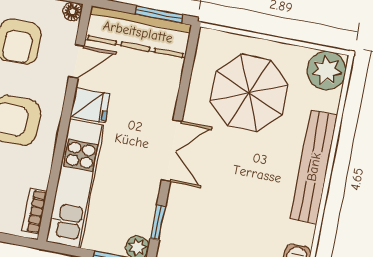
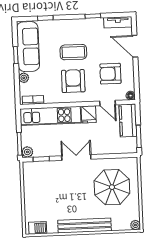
kitchen counter: (138, 32) -> (128, 120), width x0.67
plant: (326, 70) -> (135, 225), width x0.53, depth x0.53
double door: (172, 151) -> (76, 157), swing flipped

